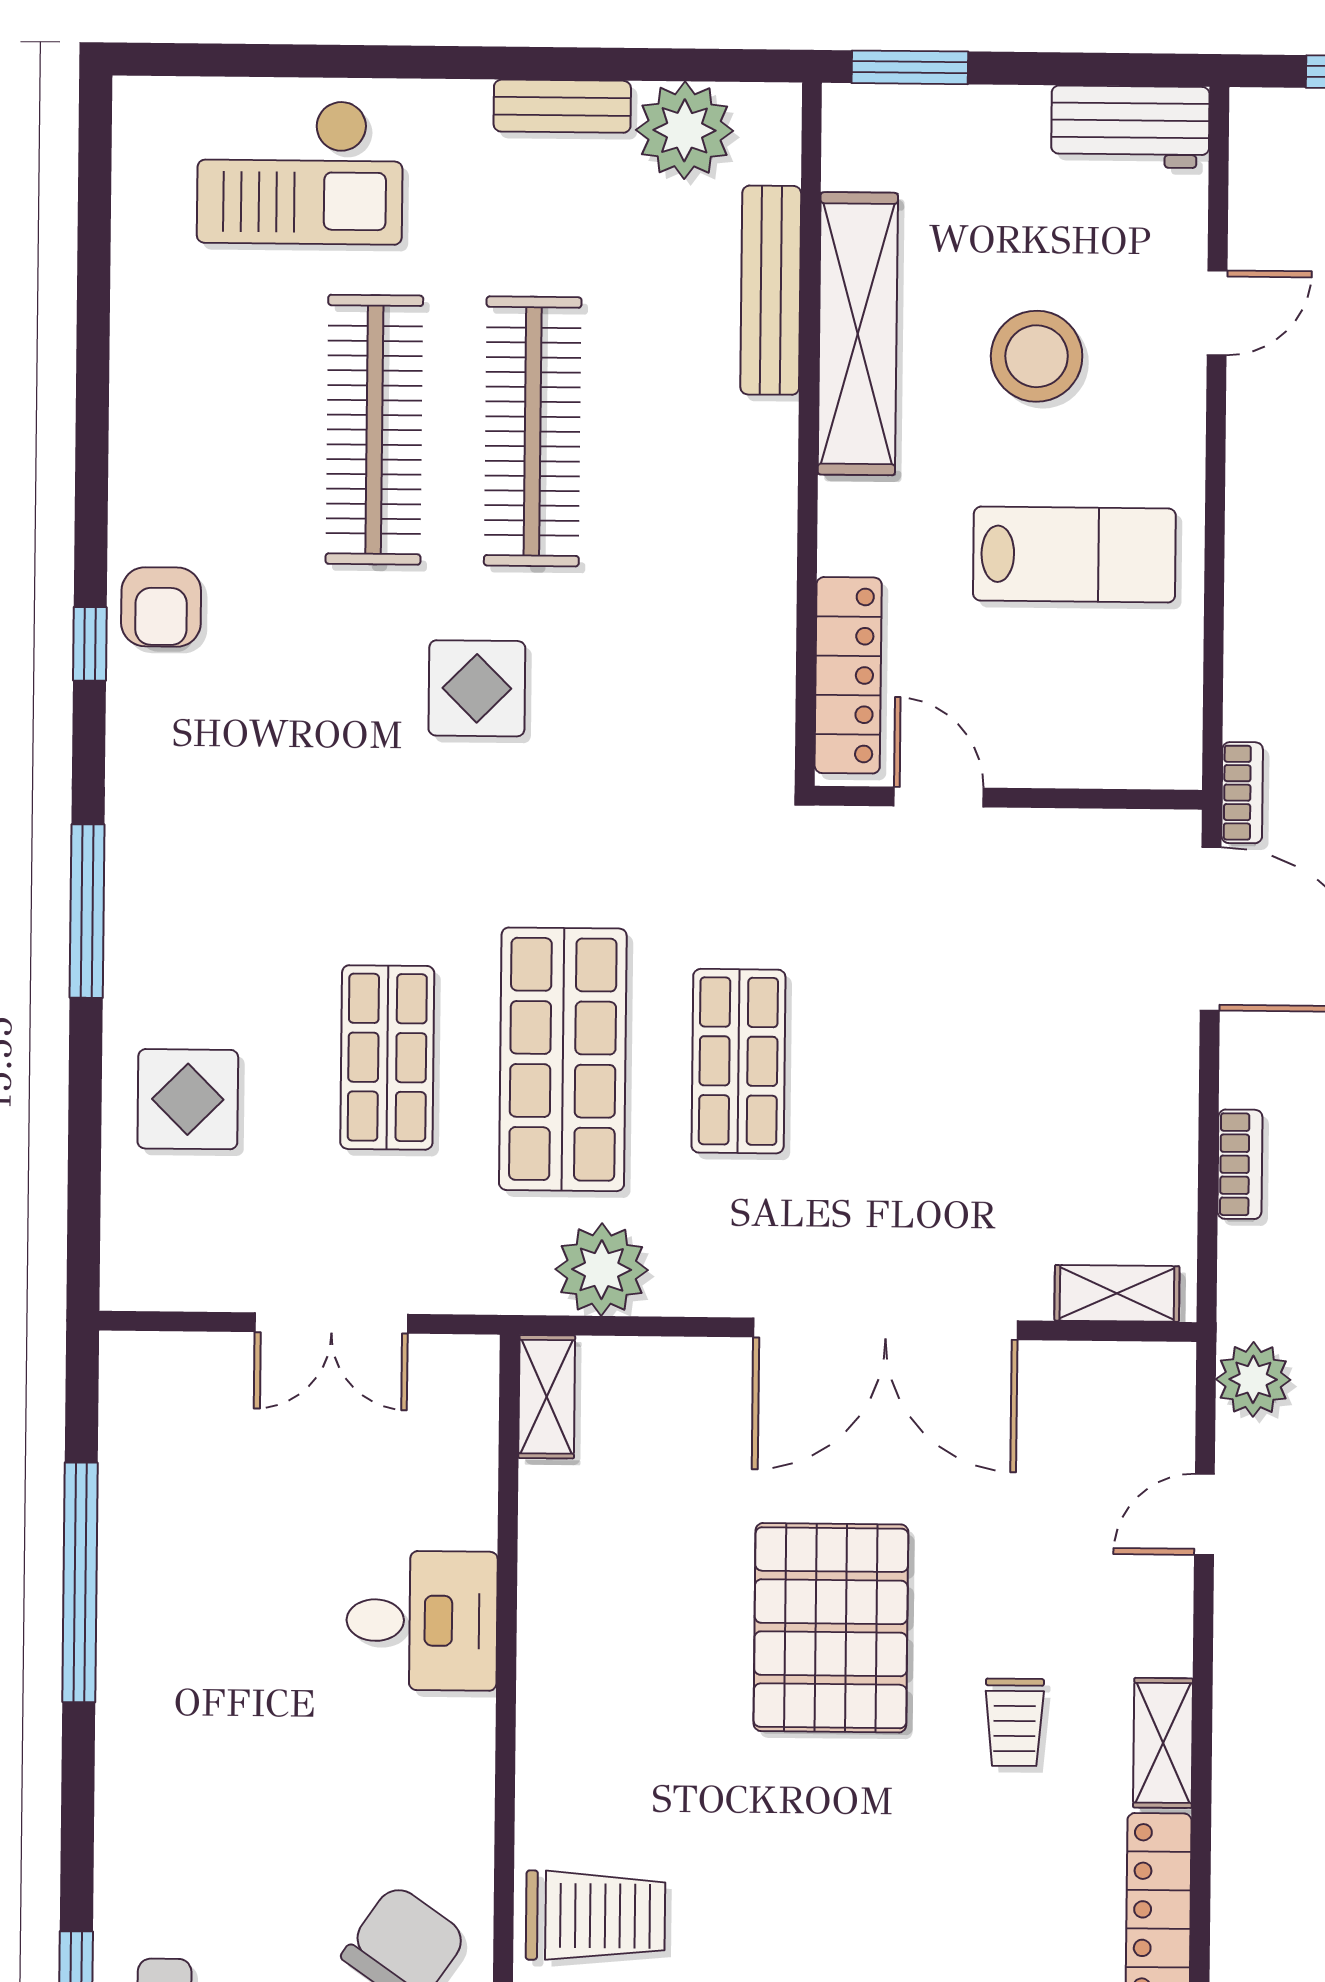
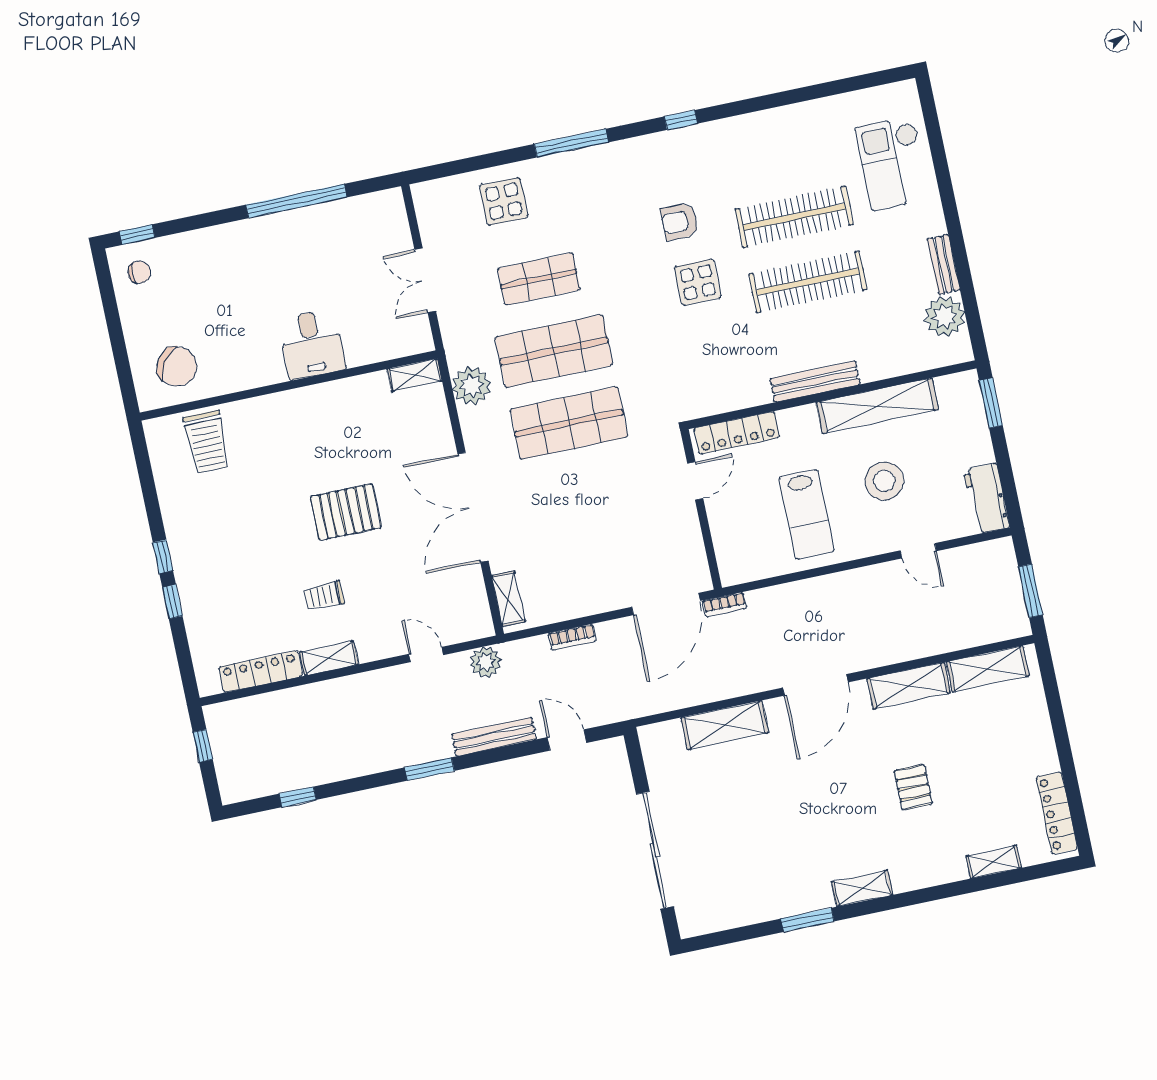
bench: (771, 290) -> (815, 382), moved
armchair: (161, 607) -> (680, 222), moved
shop shelf: (738, 1061) -> (569, 423), width x1.43, depth x1.36
pallet: (831, 1628) -> (346, 512), width x0.73, depth x0.71

